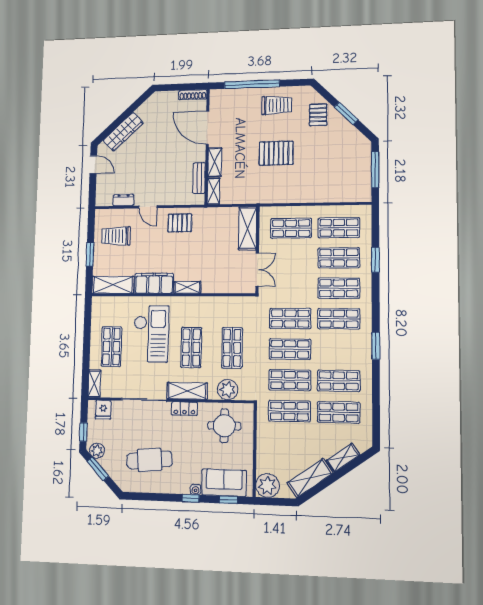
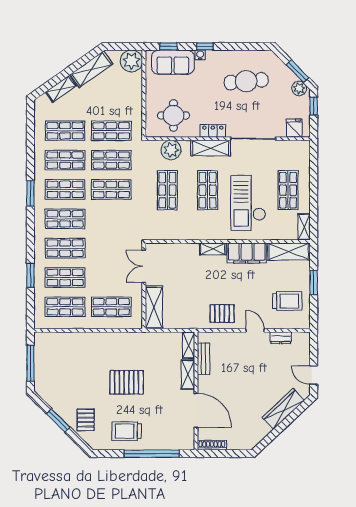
shop shelf: (290, 319) -> (65, 189), moved
shelving: (94, 384) -> (304, 227), moved

